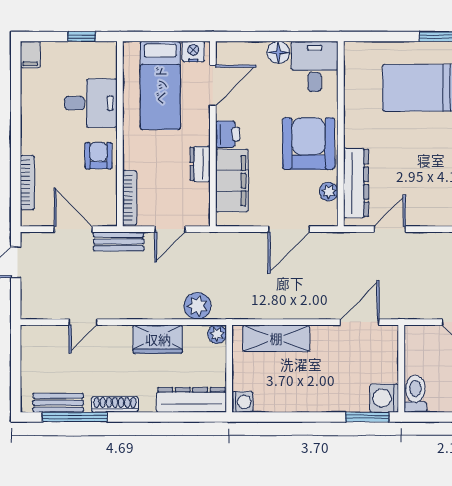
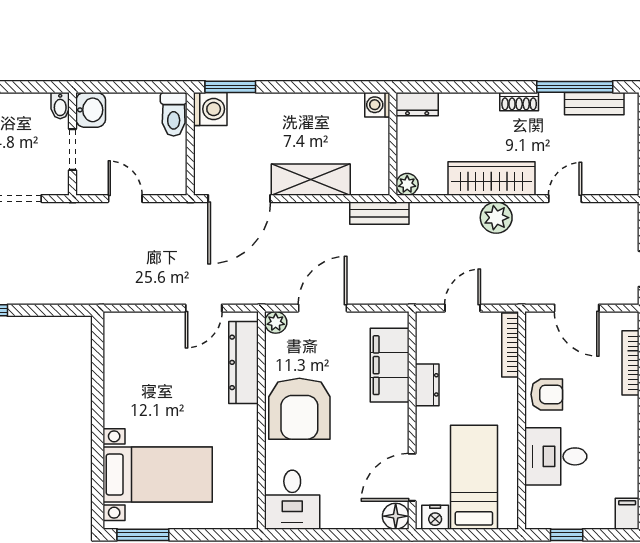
floor lamp: (278, 52) -> (396, 516), moved
printer: (228, 134) -> (395, 420), removed
armchair: (98, 156) -> (547, 394), turned -90
plant: (329, 192) -> (276, 322), moved
bench: (119, 241) -> (379, 213), moved
plant: (197, 306) -> (496, 218), moved
door: (360, 322) -> (239, 199), width x1.36
shelving: (276, 338) -> (311, 180), moved
wardrobe: (158, 339) -> (491, 178), width x1.50
dresser: (191, 400) -> (417, 104), width x0.51, depth x0.80
shoe rack: (115, 404) -> (519, 102), width x0.70

